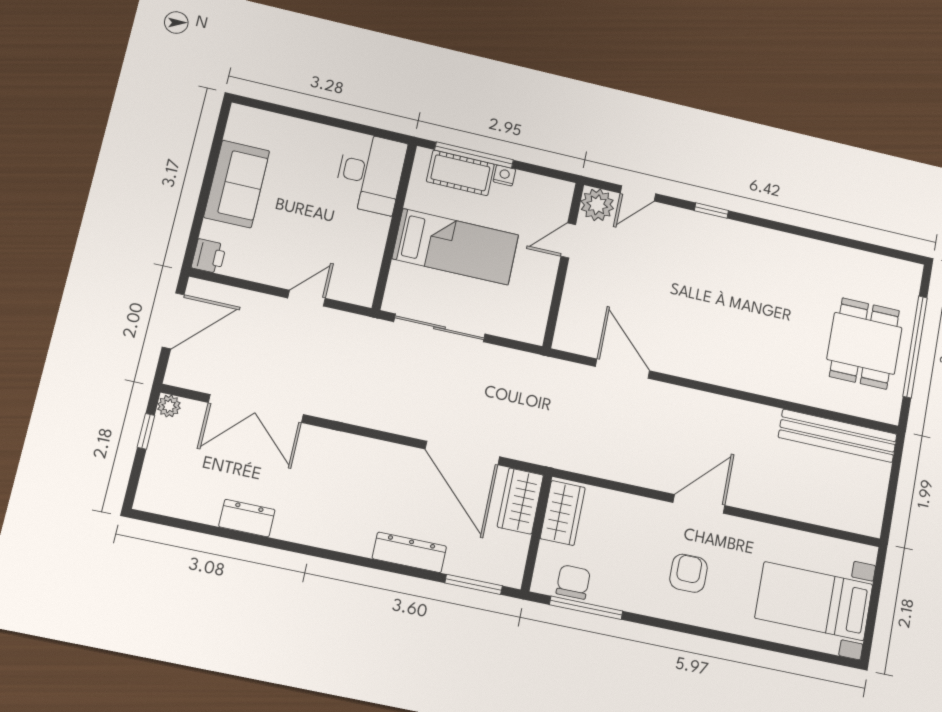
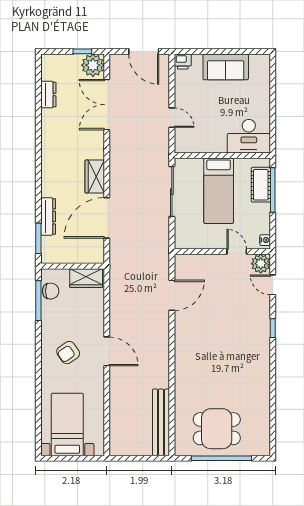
nightstand: (504, 175) -> (265, 240), moved
plant: (169, 406) -> (93, 65), width x1.88, depth x1.88
wardrobe: (520, 501) -> (95, 176), moved, turned -90
dresser: (247, 518) -> (48, 95), moved
dresser: (409, 552) -> (48, 216), moved
armchair: (688, 573) -> (68, 353), turned 145

